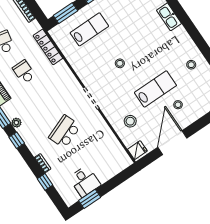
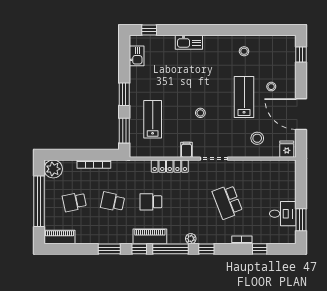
locker: (48, 47) -> (170, 166), moved
filing cabinet: (84, 72) -> (186, 150), added

